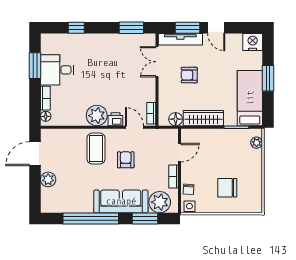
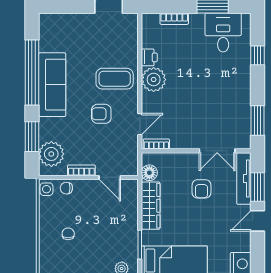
double door: (157, 62) -> (217, 151), swing flipped
desk: (57, 70) -> (223, 33), moved
armchair: (189, 75) -> (202, 189), turned 180
floor lamp: (46, 116) -> (153, 19), removed
printer: (115, 119) -> (149, 57), moved
armchair: (126, 160) -> (101, 114), turned 180
plant: (48, 179) -> (78, 22), removed
chair: (227, 188) -> (68, 234), width x0.54, depth x0.54
sofa: (121, 201) -> (52, 85), moved

